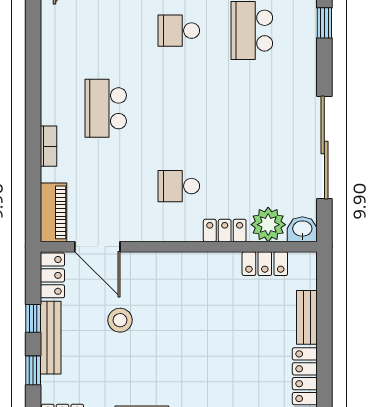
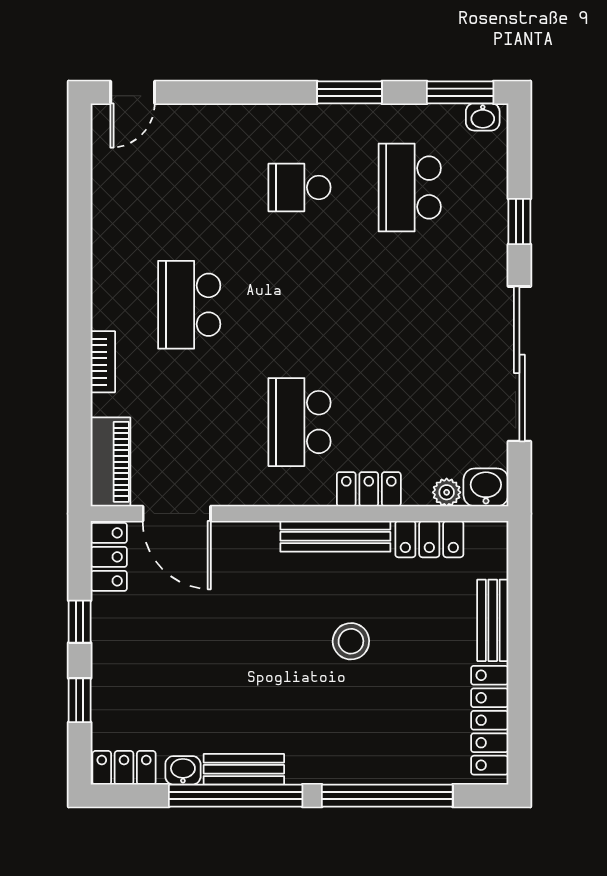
window: (324, 23) -> (519, 222), moved
school desk: (179, 186) -> (299, 422), width x1.85
plant: (268, 225) -> (447, 492), width x0.53, depth x0.53
stool: (120, 320) -> (351, 641), moved
bench: (51, 338) -> (335, 536), moved, turned 90

